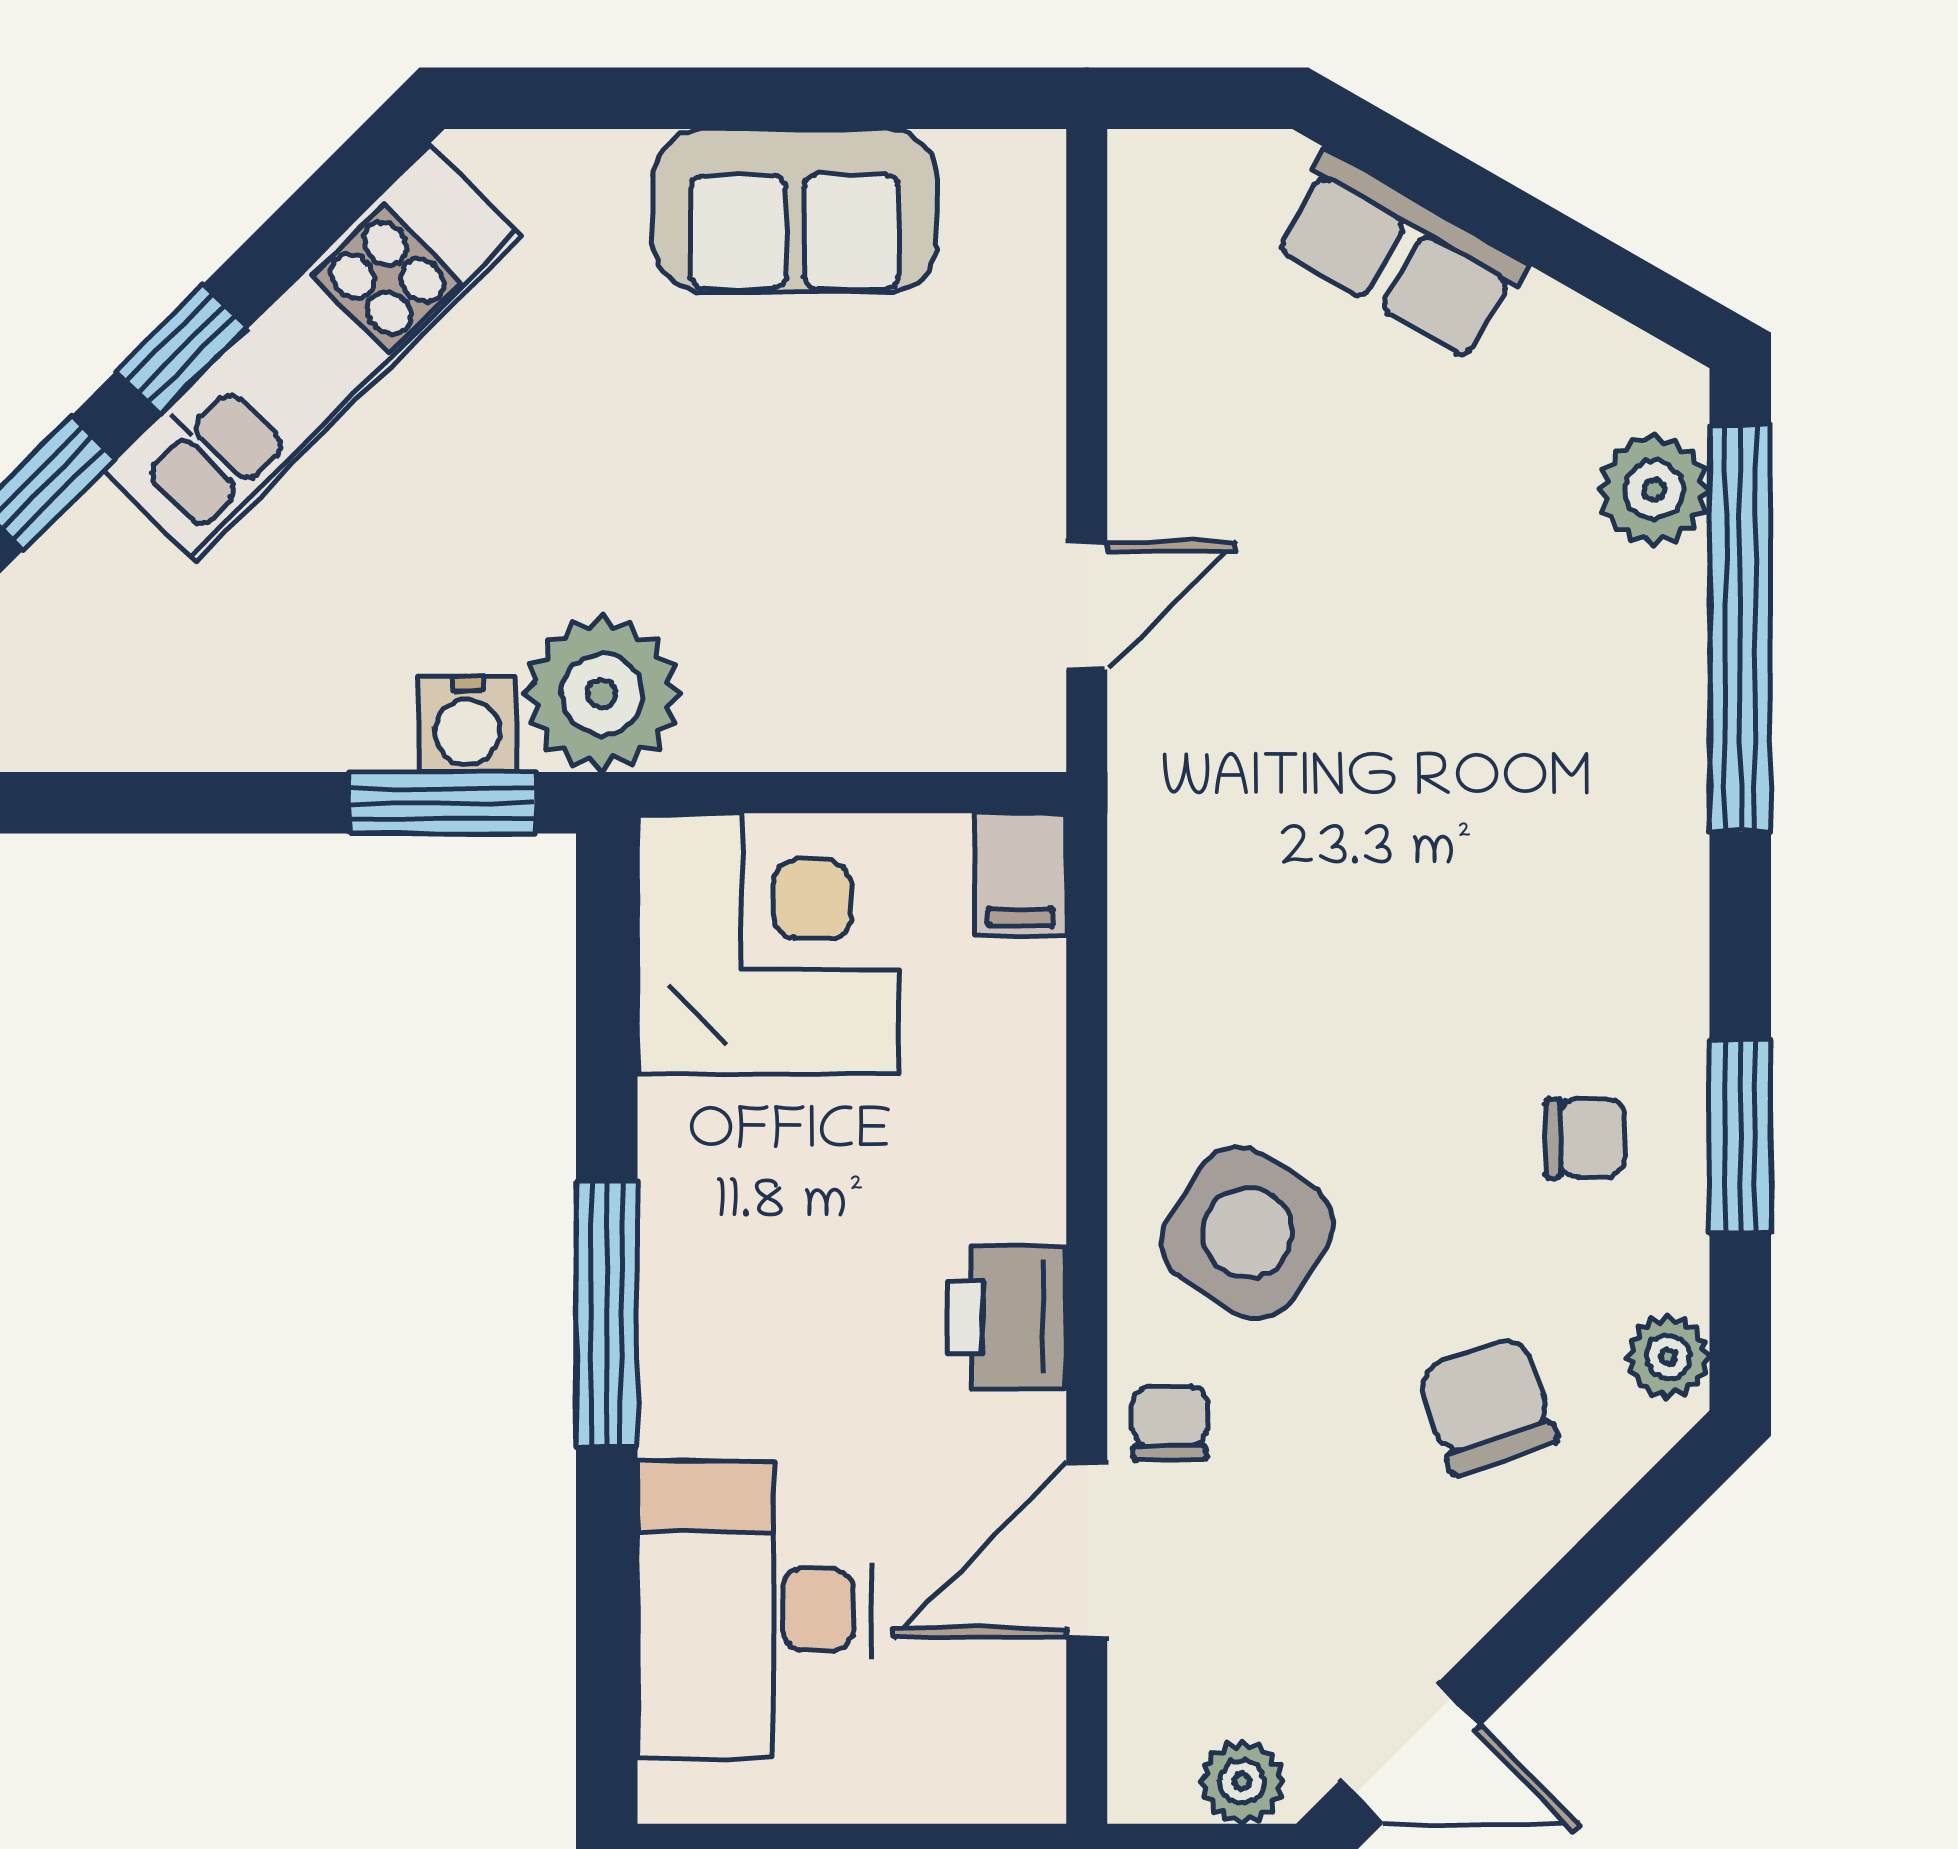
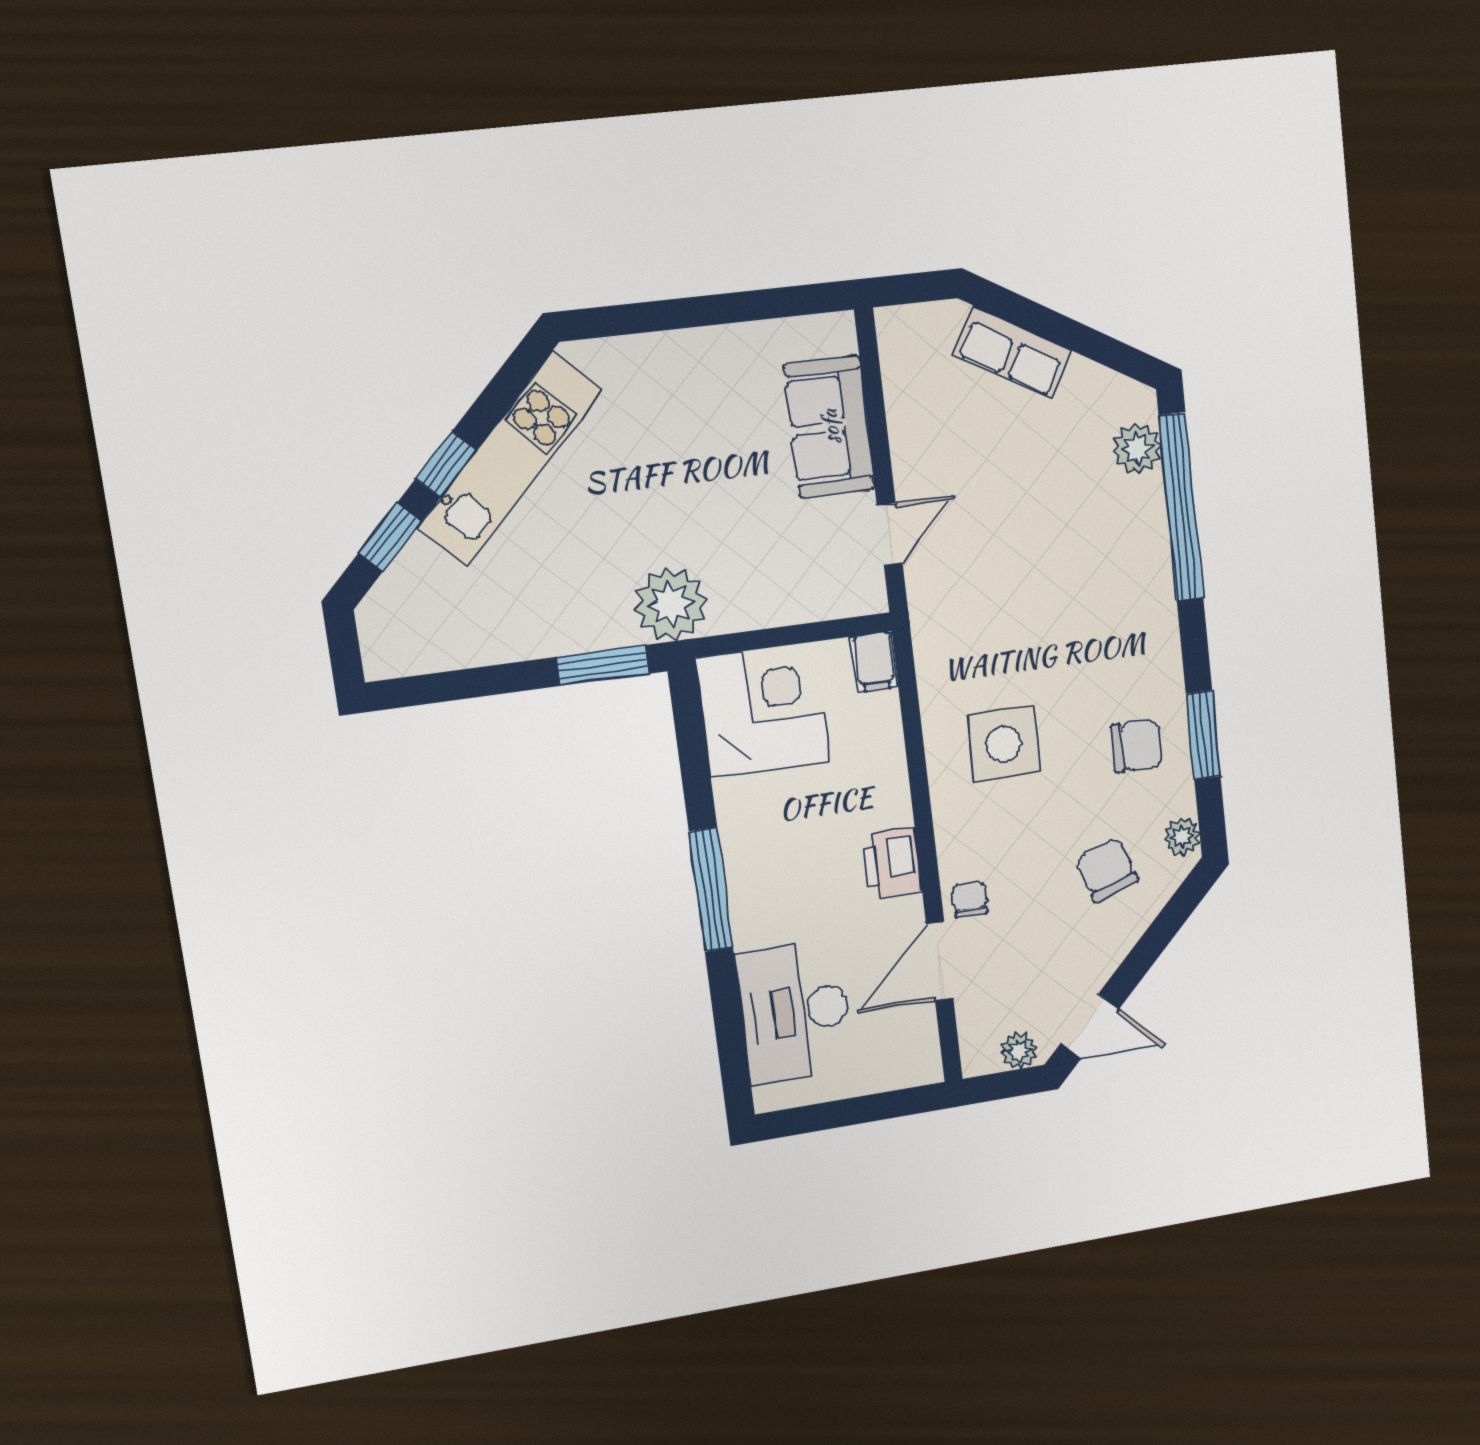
sofa: (795, 211) -> (830, 427), moved, turned 90
water cooler: (468, 724) -> (609, 627), removed
chair: (1585, 1138) -> (1137, 746), width x1.37, depth x1.37
side table: (1247, 1233) -> (1004, 744), moved, turned -33

